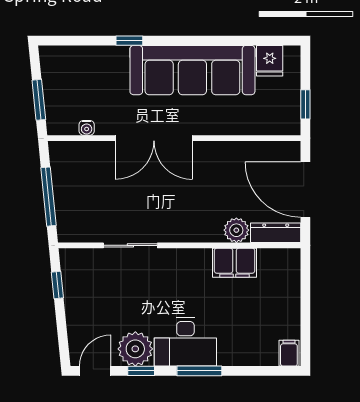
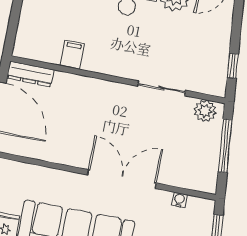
plant: (236, 230) -> (205, 111), moved
filing cabinet: (234, 263) -> (72, 55), width x0.50

